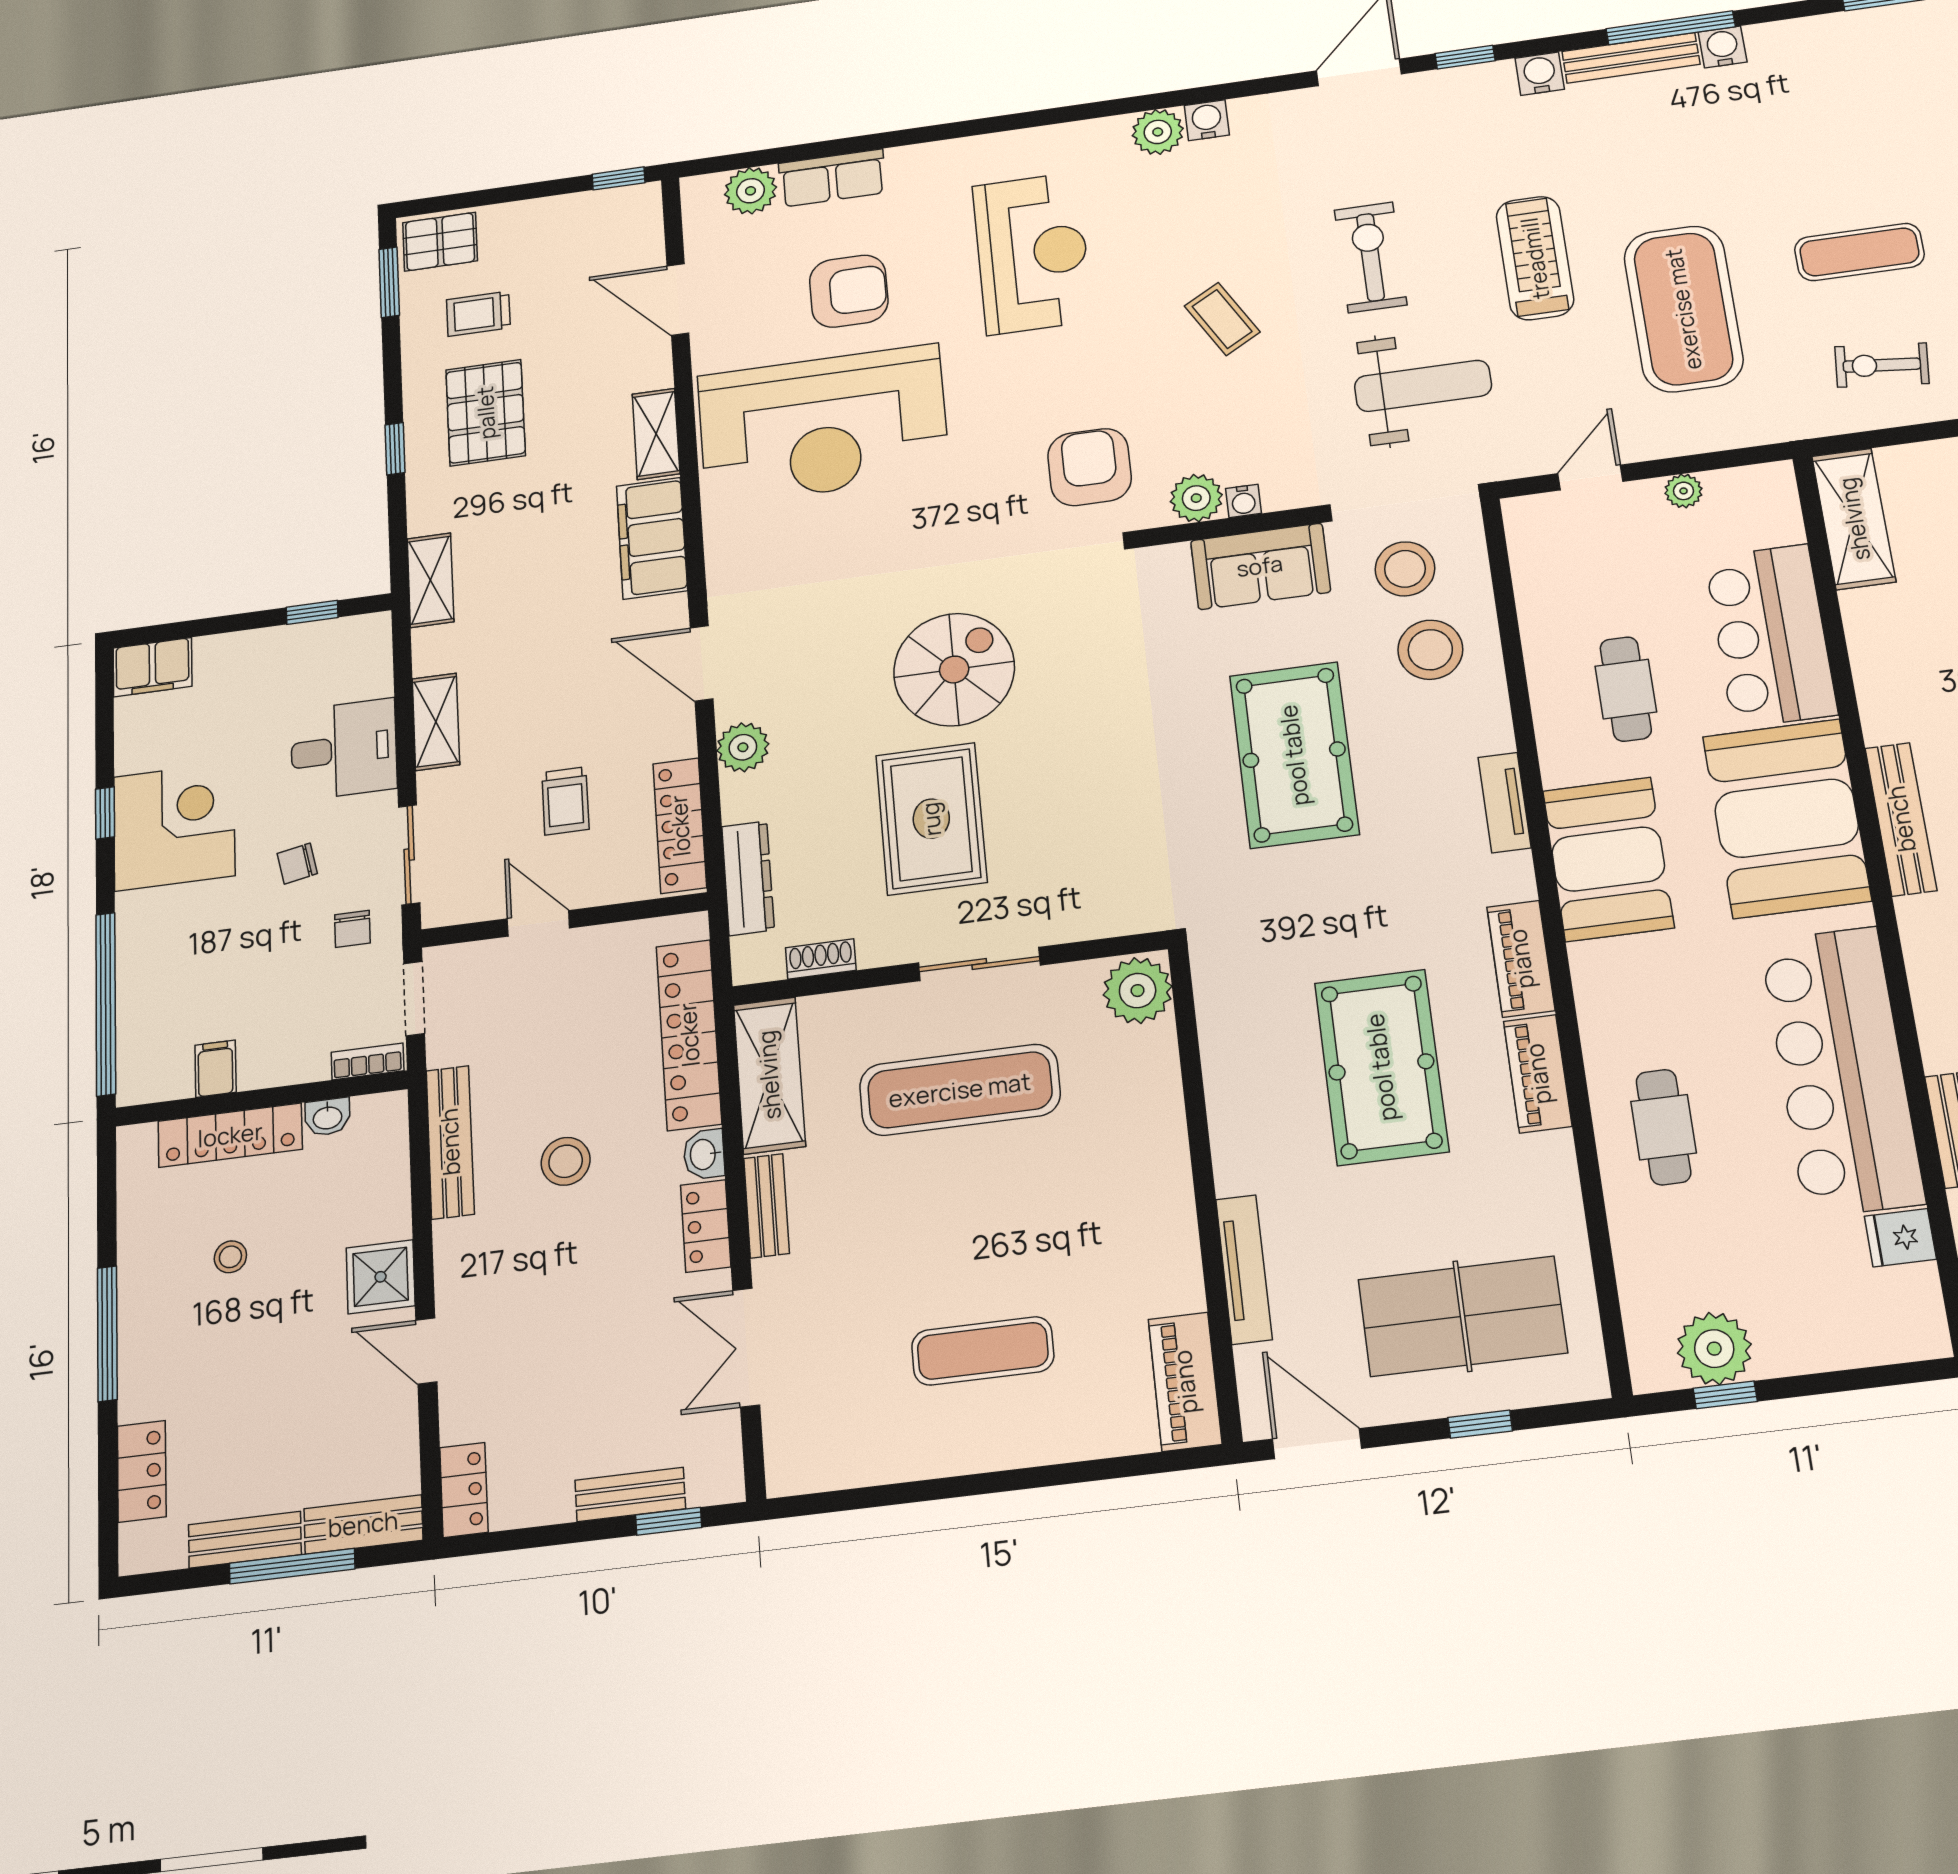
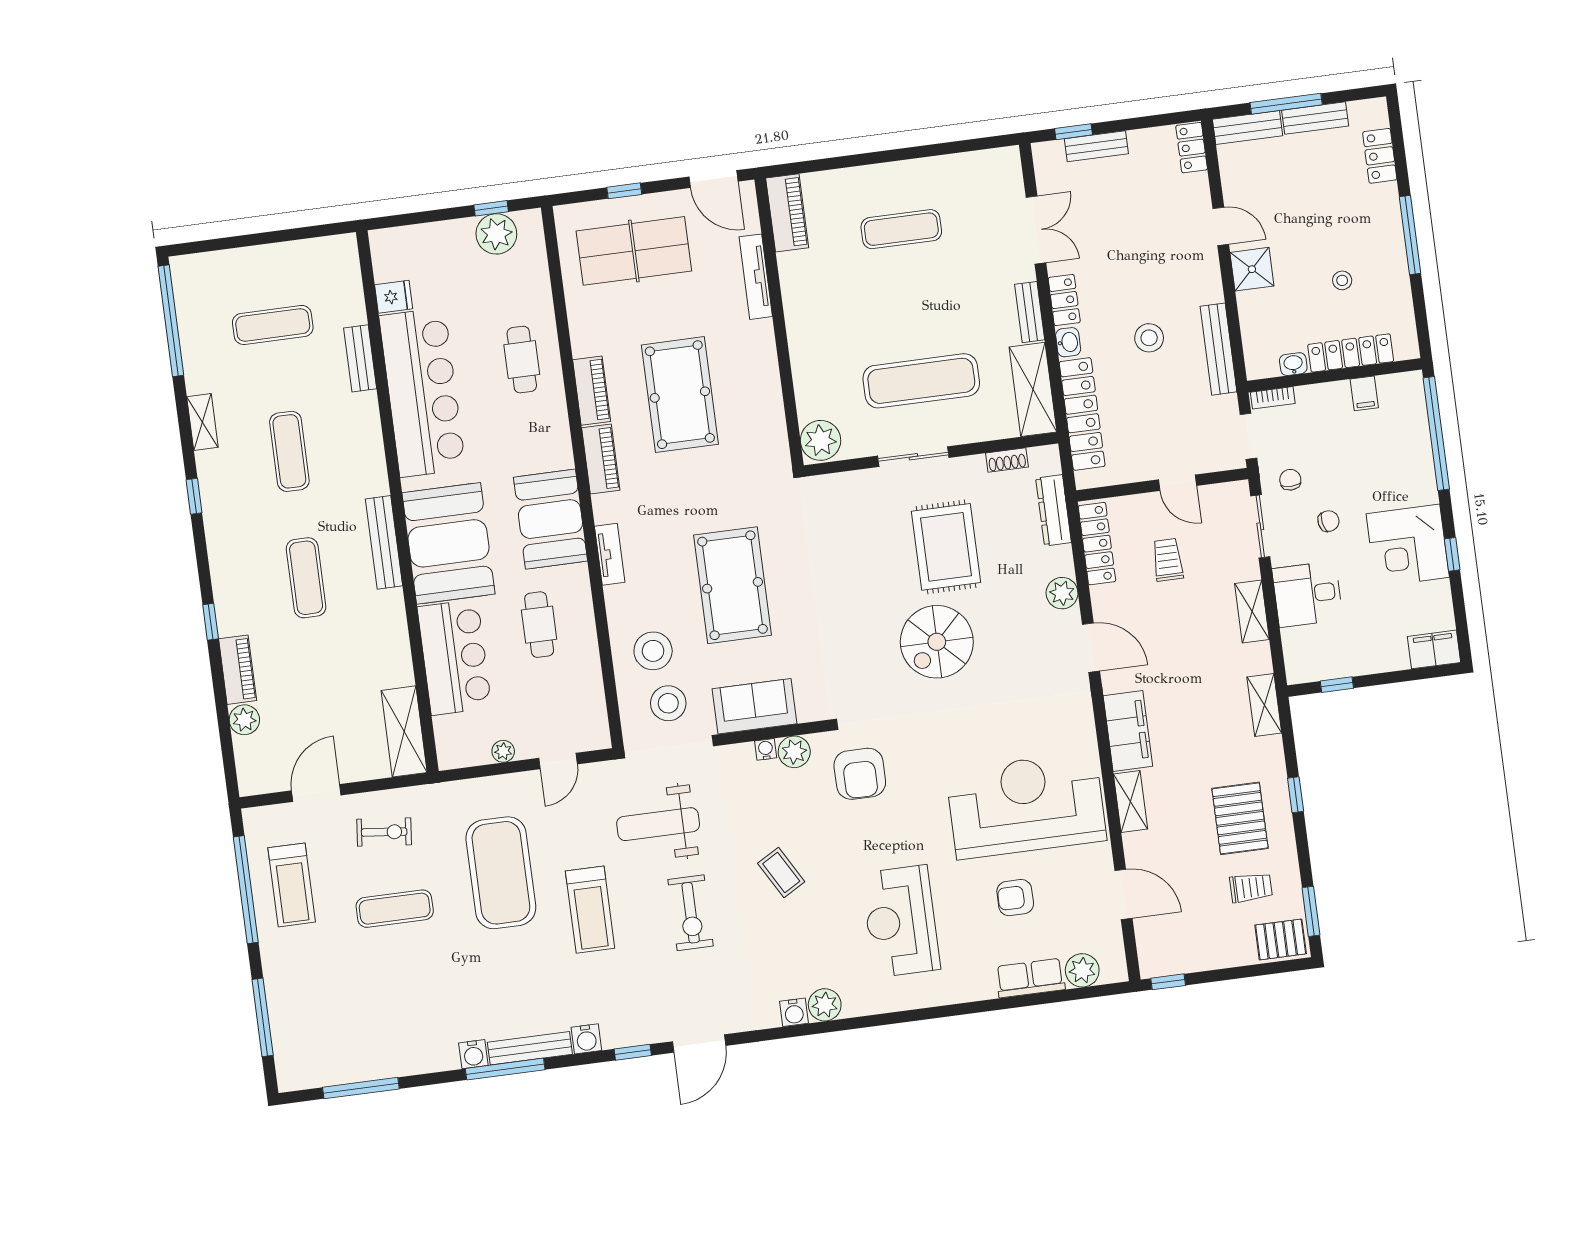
armchair: (849, 291) -> (1015, 898), width x0.72, depth x0.72

